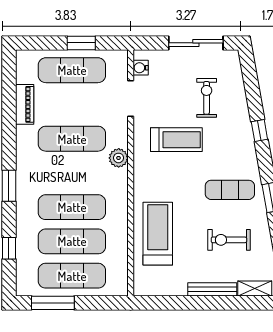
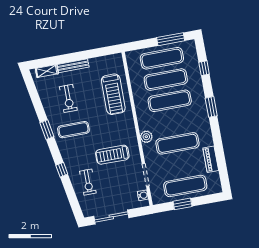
exercise bike: (207, 98) -> (88, 182), moved
exercise bike: (229, 240) -> (68, 98), turned 90

